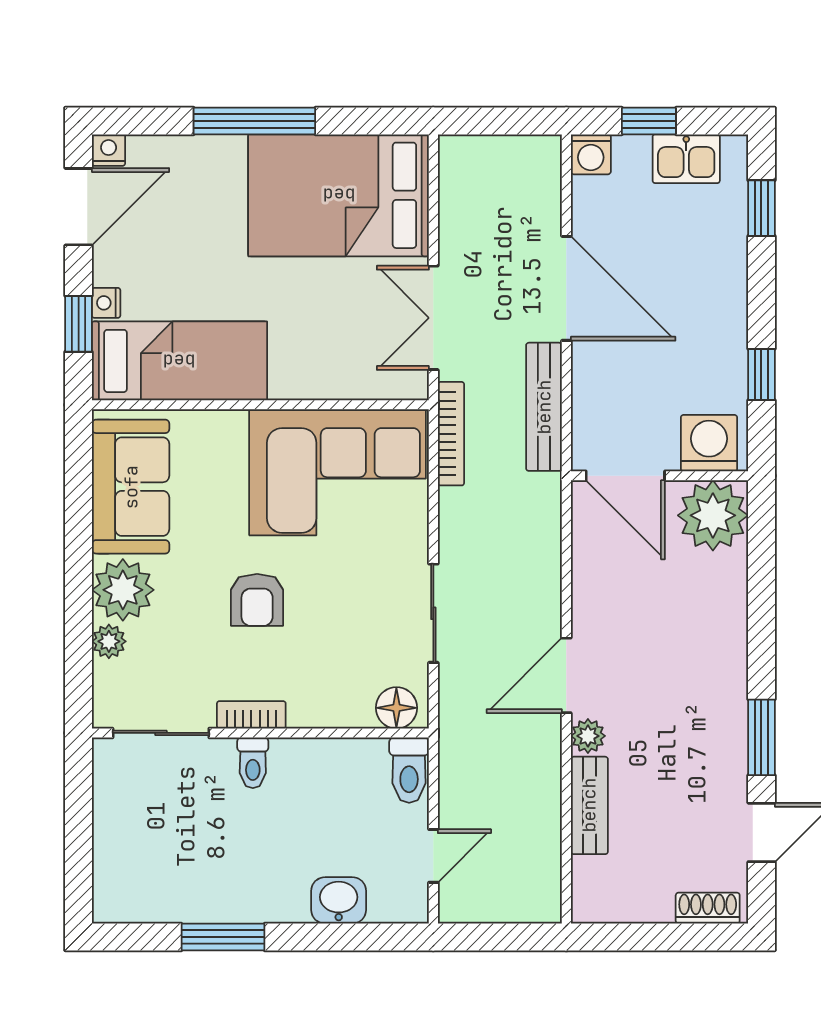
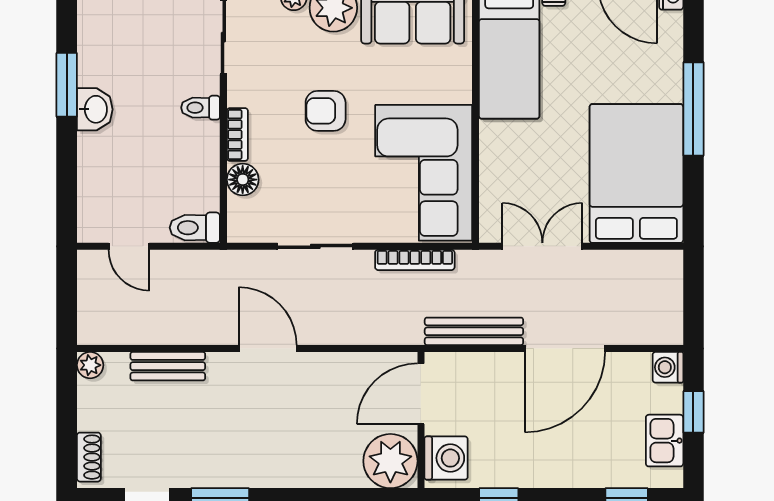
bookcase: (451, 434) -> (415, 260), moved
floor lamp: (396, 708) -> (243, 180), moved
bookcase: (251, 715) -> (237, 134), moved
plant: (588, 736) -> (90, 365), moved
washbasin: (339, 900) -> (95, 109), moved

